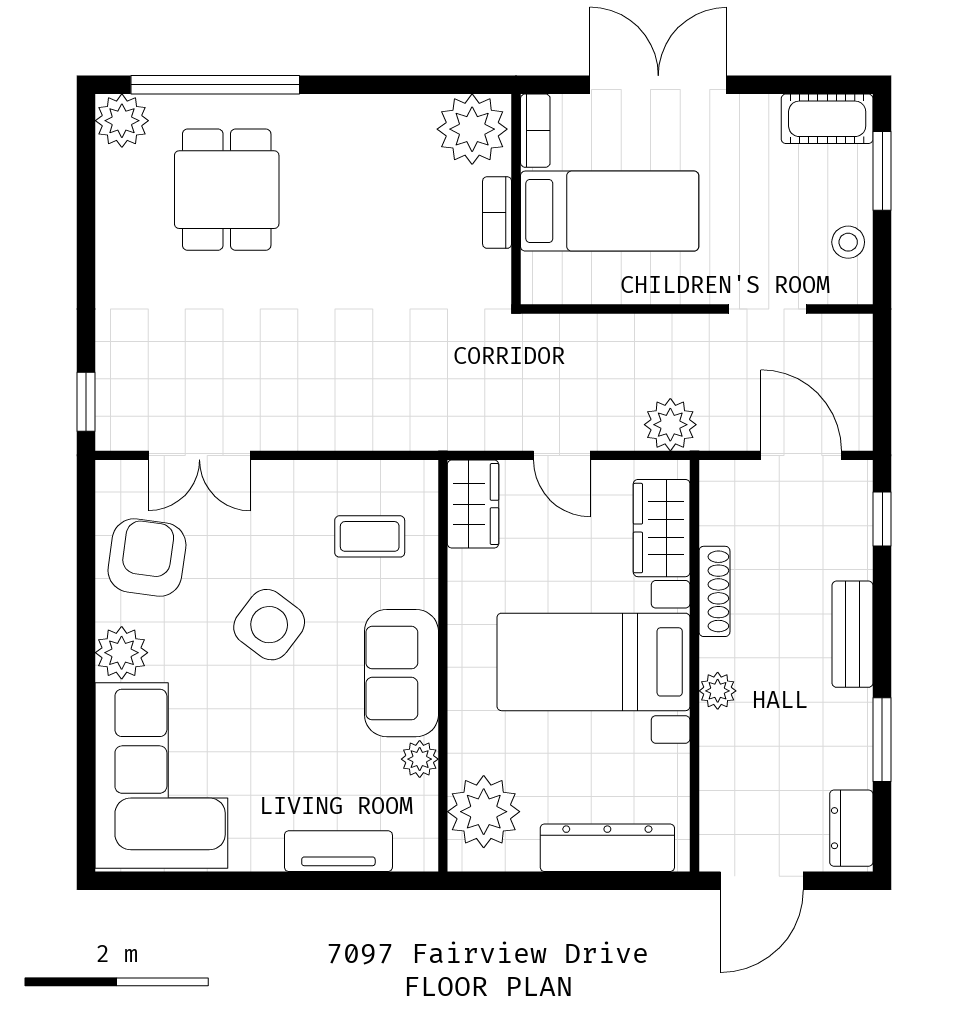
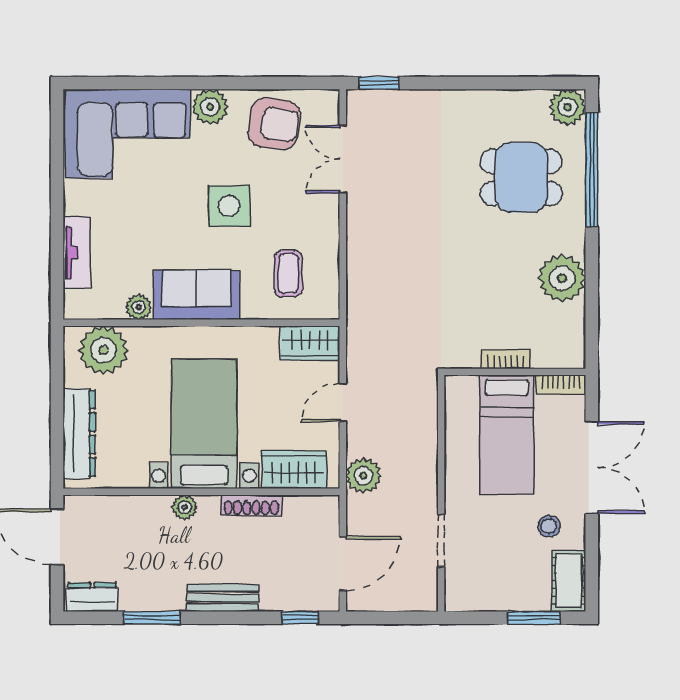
plant: (472, 129) -> (562, 278), moved
stool: (848, 242) -> (549, 526), moved
side table: (269, 625) -> (229, 206), turned -37

